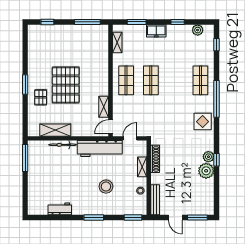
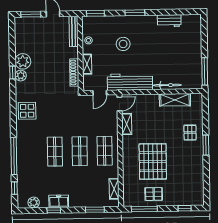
freezer: (156, 31) -> (59, 201), moved
pallet: (78, 37) -> (154, 194), added
shop shelf: (200, 80) -> (55, 152), moved
pallet: (66, 85) -> (153, 161), moved
window: (217, 99) -> (14, 156), moved

